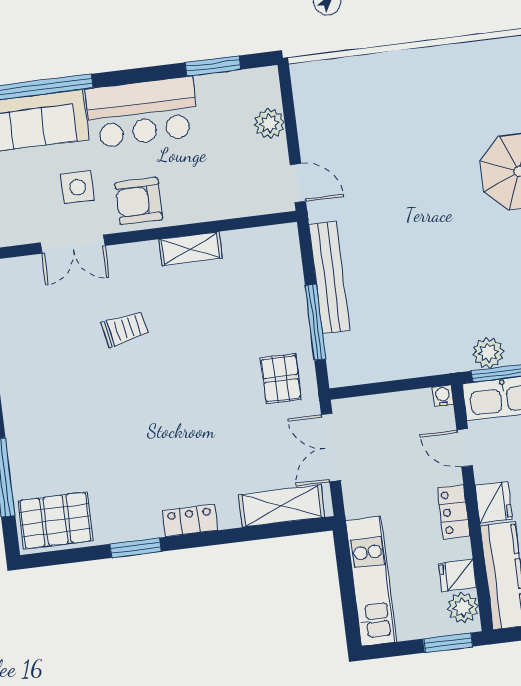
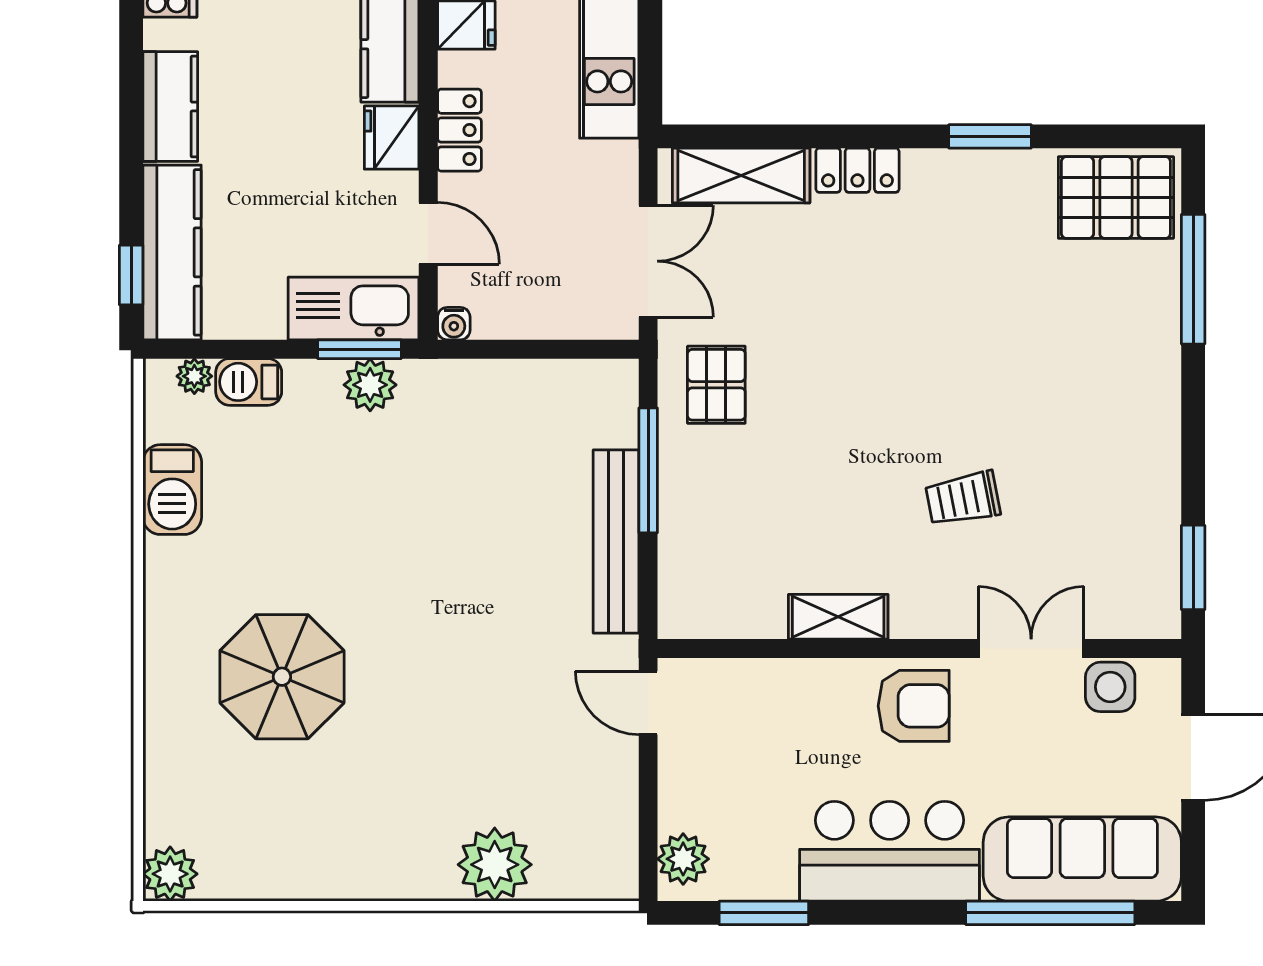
plant: (378, 75) -> (495, 865), added
plant: (269, 123) -> (683, 859), moved
side table: (78, 187) -> (1110, 687), moved
locker: (190, 520) -> (857, 170), moved

